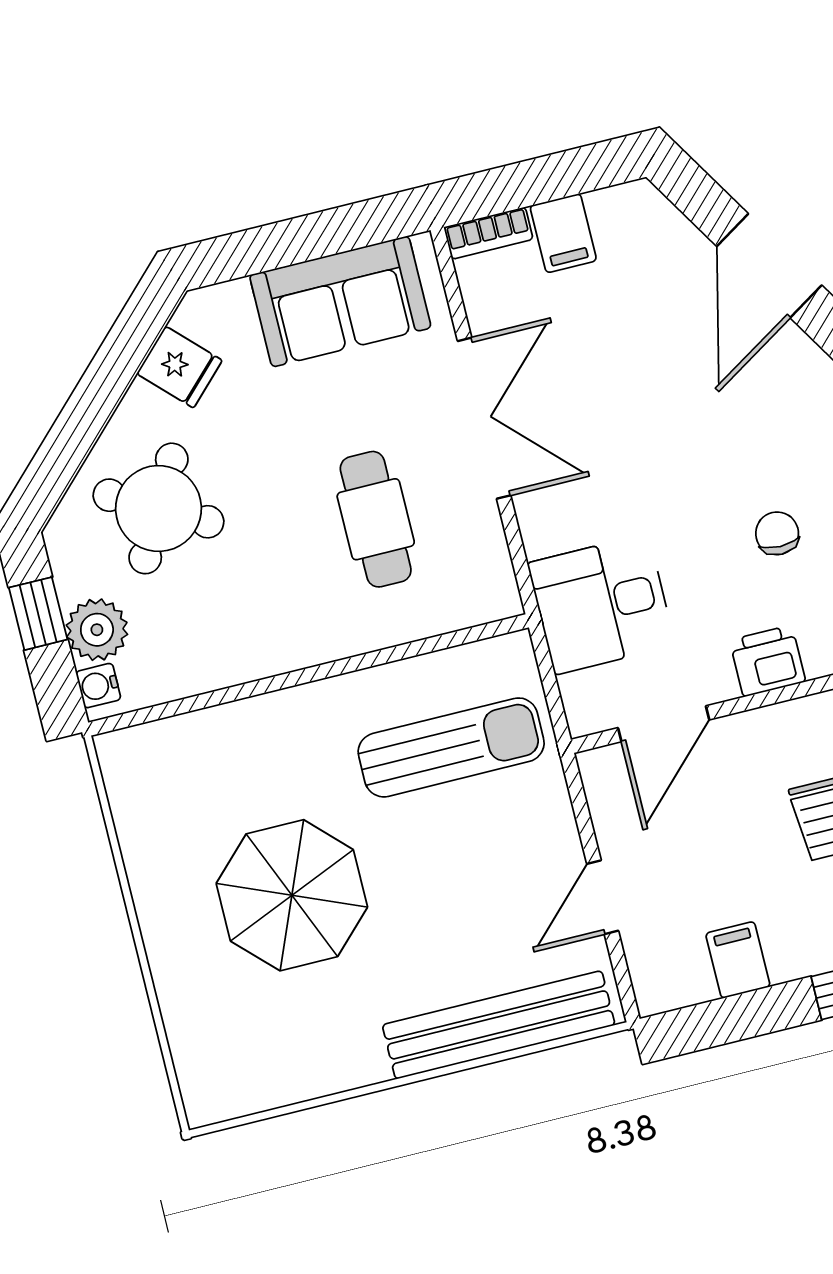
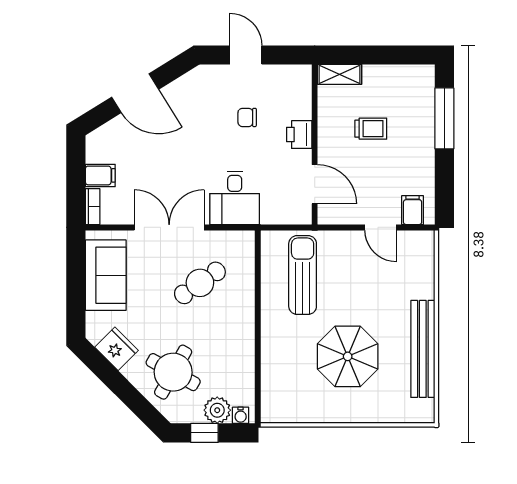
fridge: (179, 367) -> (116, 349), width x1.38
cafe table: (376, 519) -> (200, 283), turned -35
desk: (601, 604) -> (235, 198), moved
filing cabinet: (738, 960) -> (413, 210), moved, turned 90
bench: (499, 1025) -> (423, 349), moved

